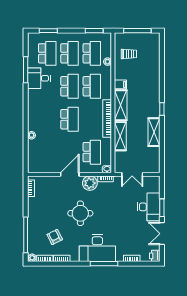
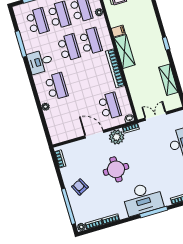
desk: (39, 78) -> (40, 62), moved
school desk: (70, 119) -> (56, 86), moved
shelving: (154, 132) -> (168, 80), moved
shelving: (120, 136) -> (133, 82), removed
door: (70, 174) -> (94, 134), hinge flipped
double door: (132, 174) -> (156, 116), swing flipped
armchair: (55, 237) -> (80, 187), moved

